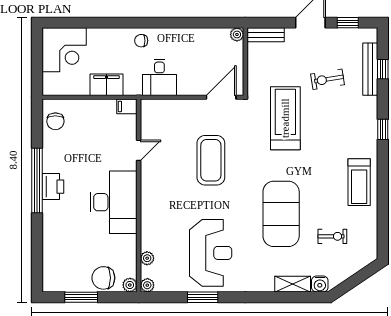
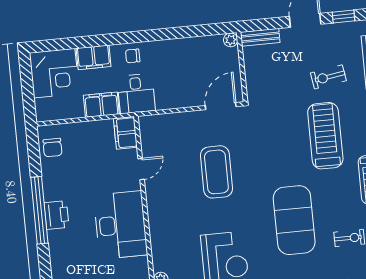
filing cabinet: (103, 38) -> (94, 57), added
desk: (159, 77) -> (136, 94), moved
filing cabinet: (127, 106) -> (125, 133), width x2.00
treadmill: (285, 118) -> (325, 136), moved

